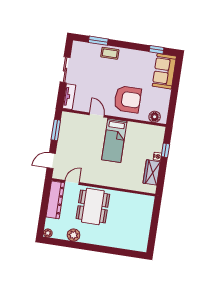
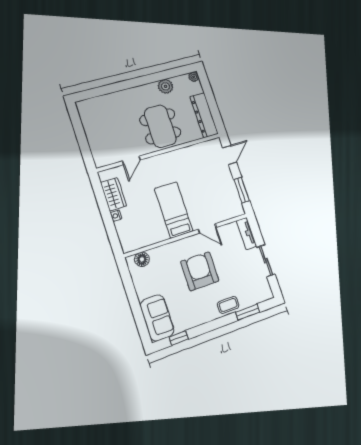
armchair: (128, 99) -> (200, 271), moved, turned 90
window: (165, 150) -> (110, 227), removed
door: (72, 182) -> (131, 160), moved

